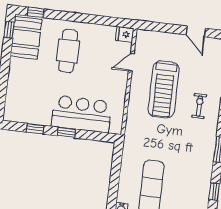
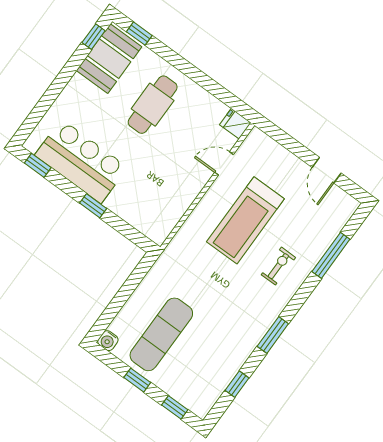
bar counter: (82, 114) -> (81, 161), moved
window: (35, 129) -> (38, 165), moved

